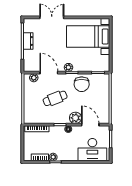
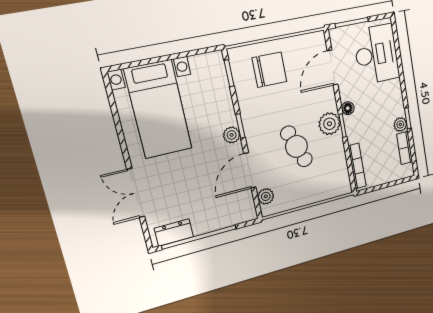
dresser: (28, 41) -> (174, 232), moved
chair: (82, 84) -> (269, 70), moved
plant: (75, 118) -> (329, 124), moved

